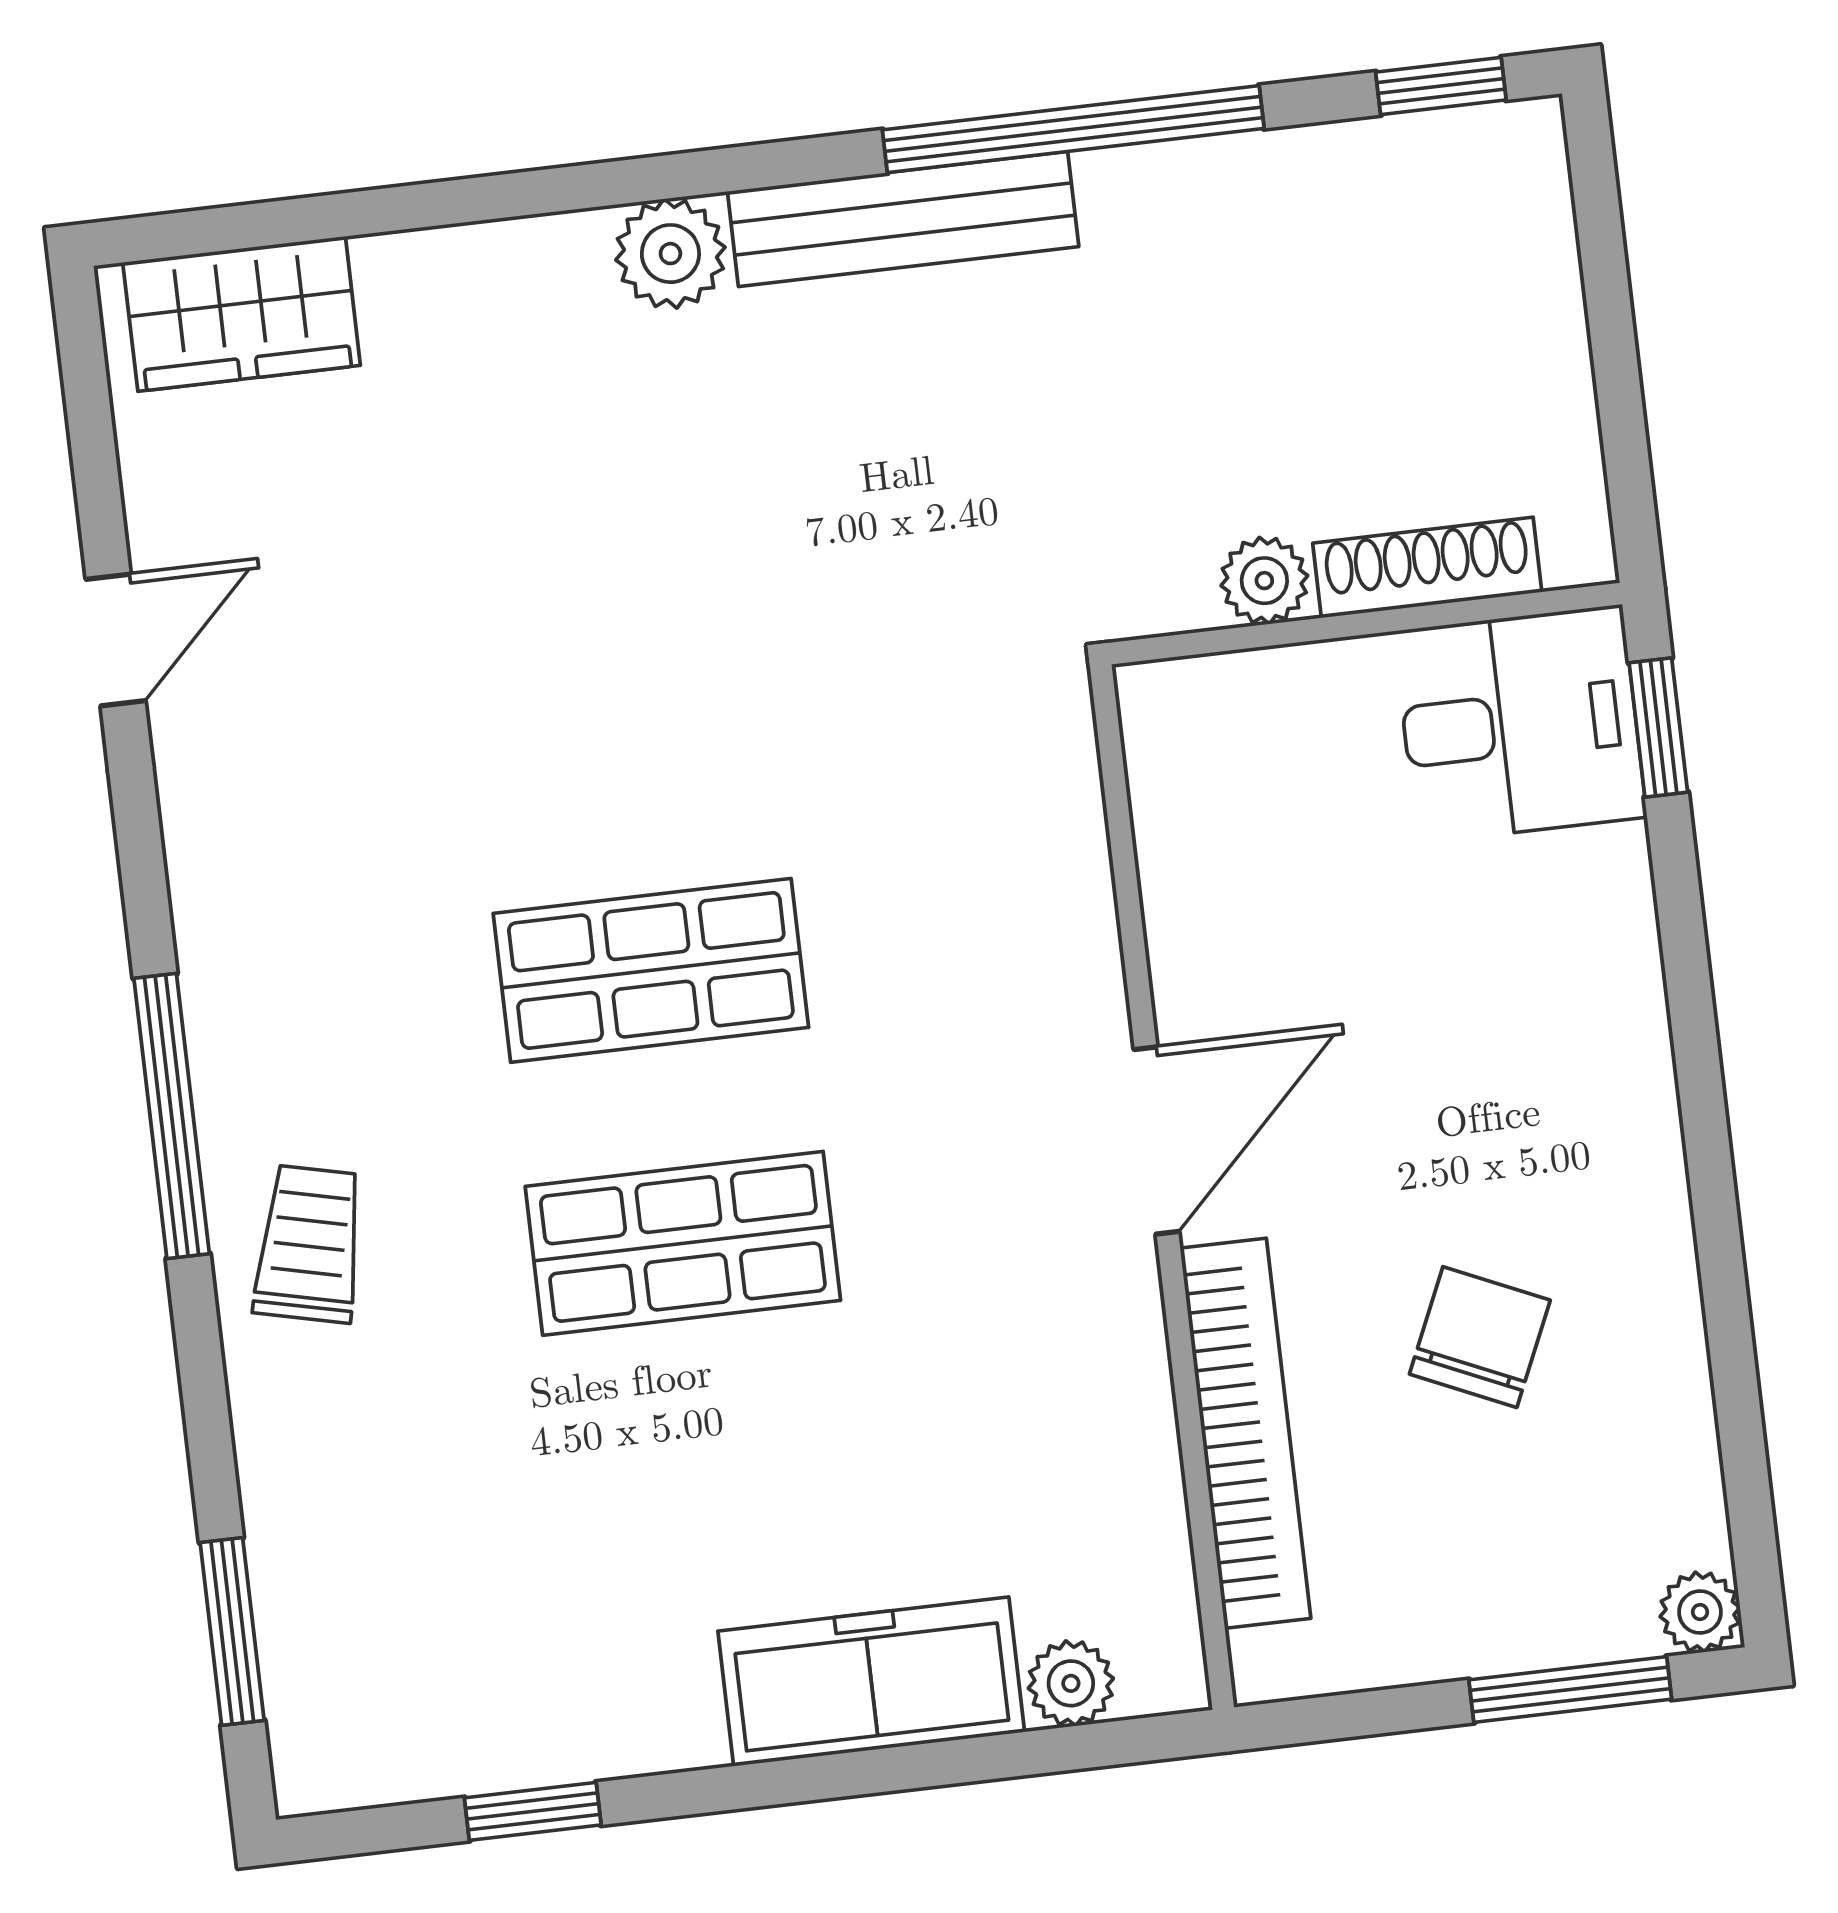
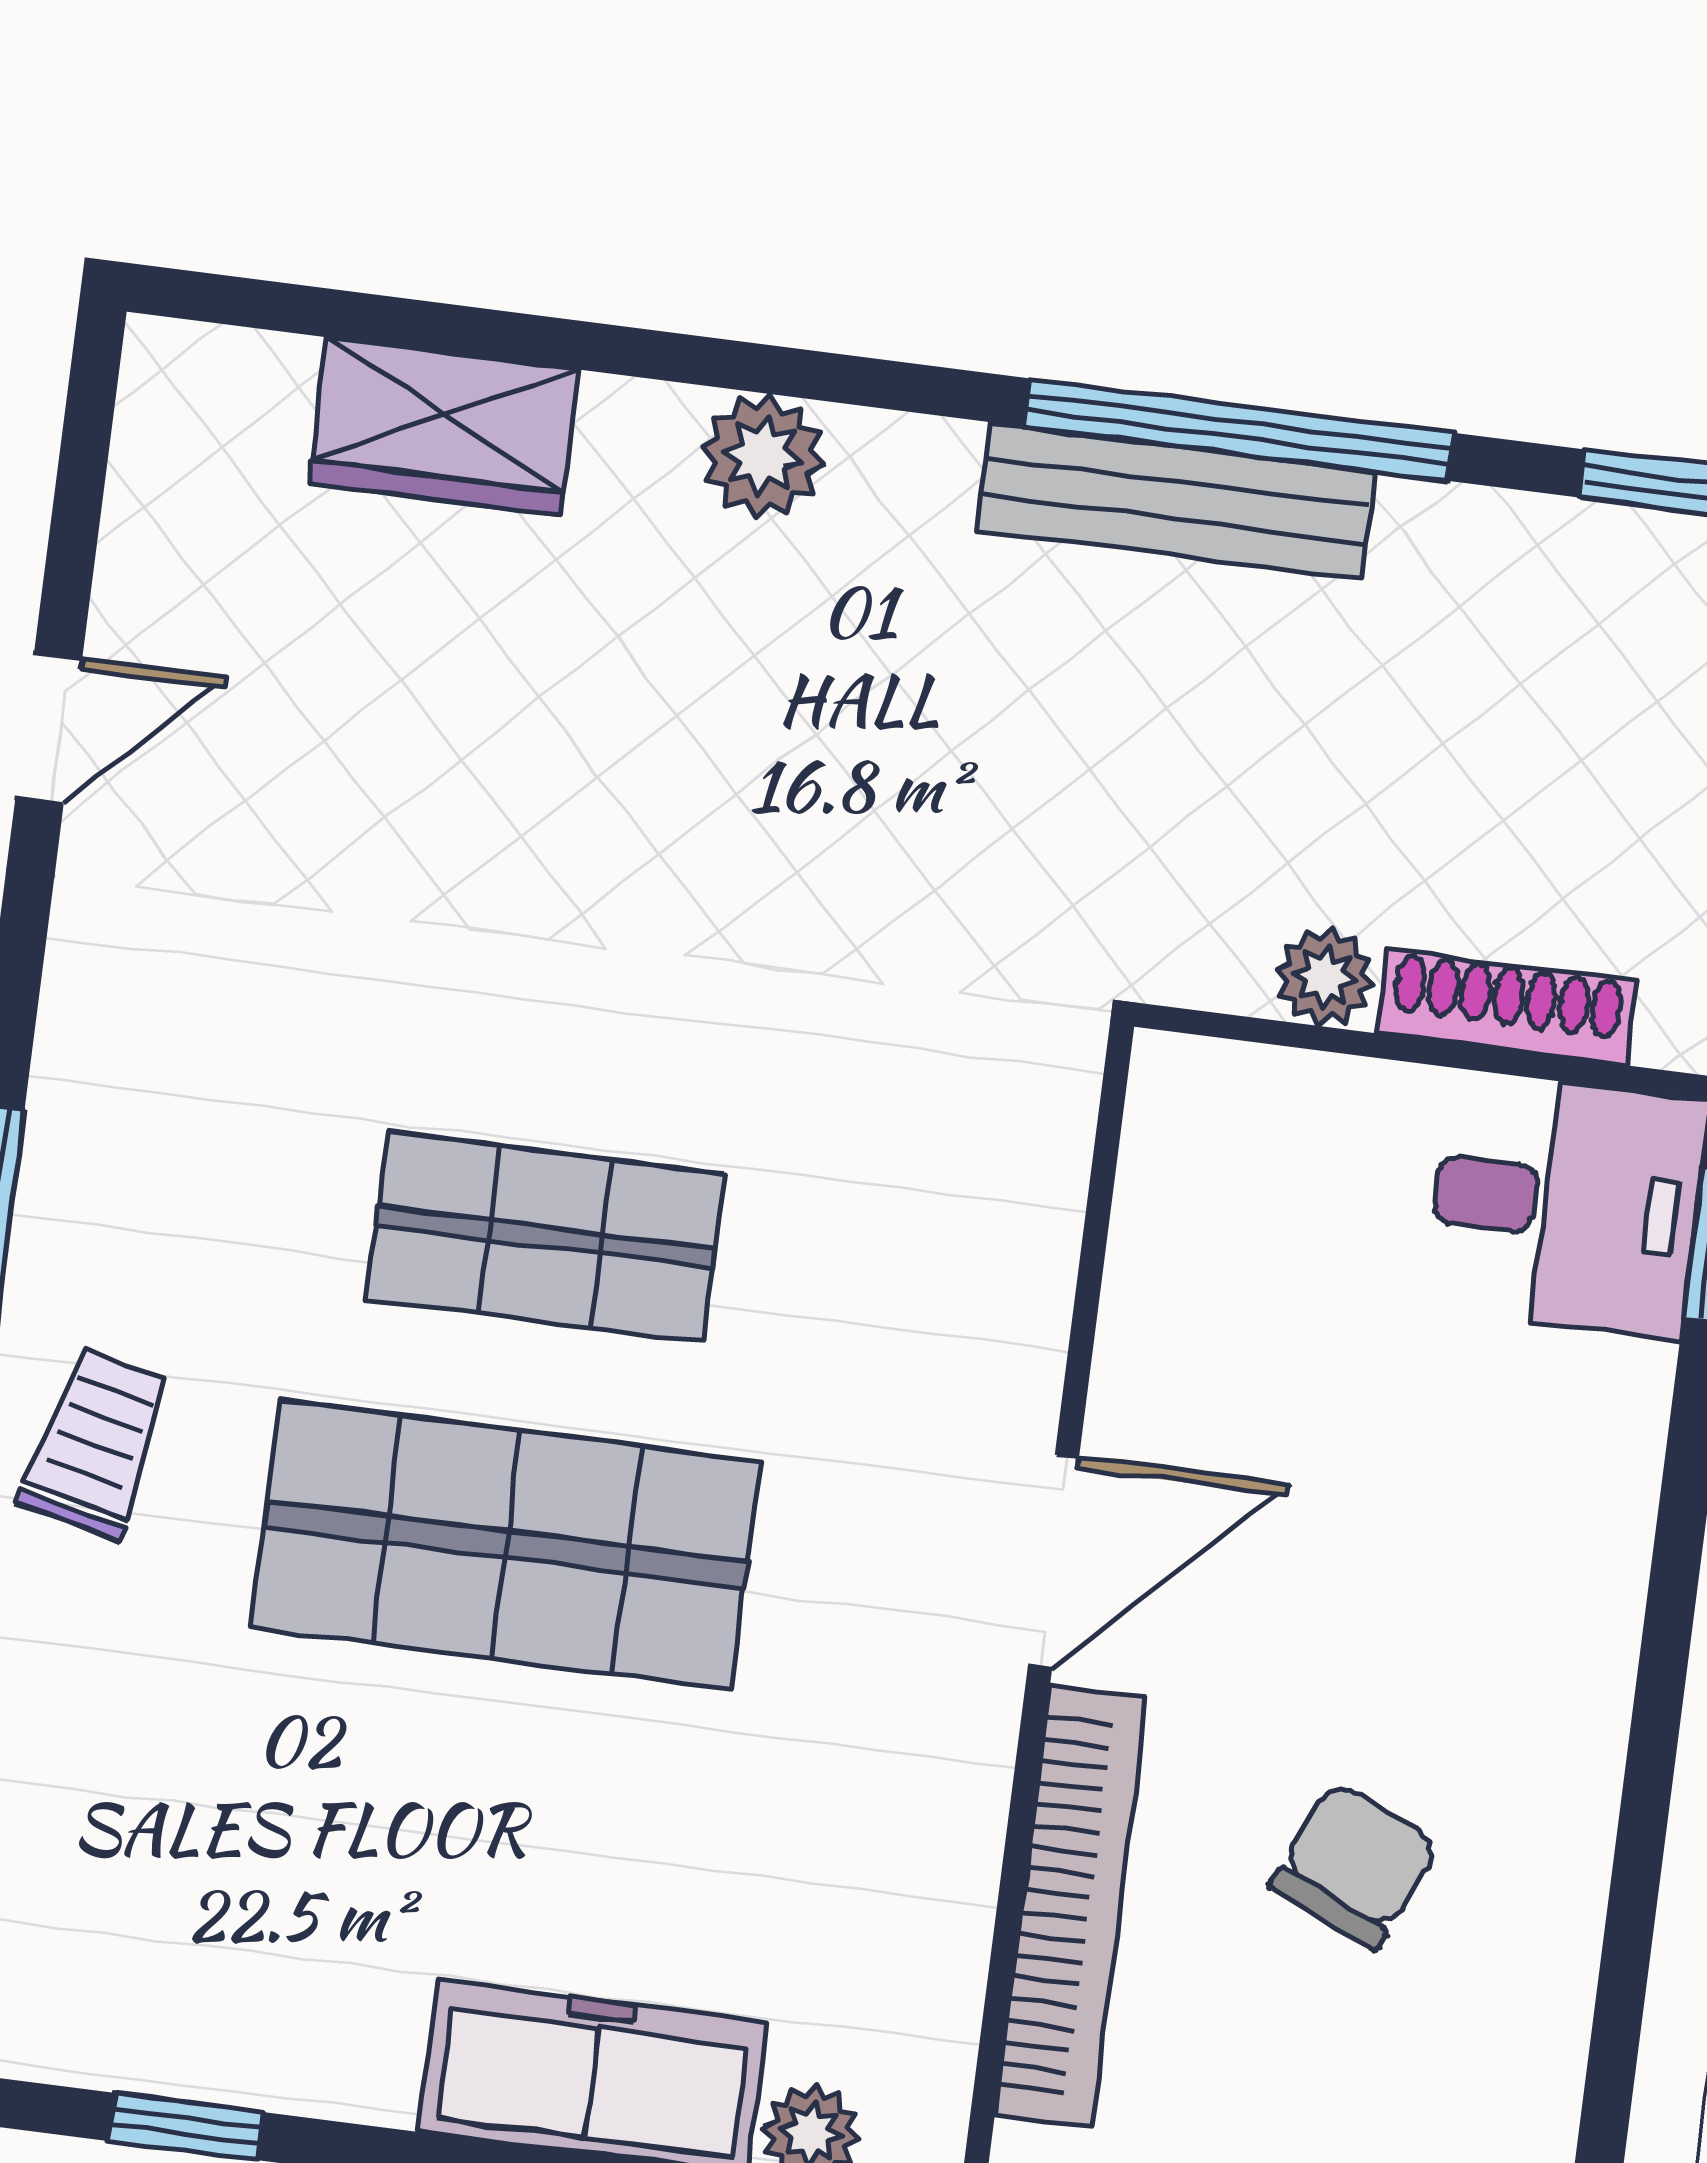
bench: (903, 219) -> (1176, 501), moved
wardrobe: (242, 314) -> (444, 426), moved
shop shelf: (683, 1243) -> (506, 1545), width x1.43, depth x1.36

